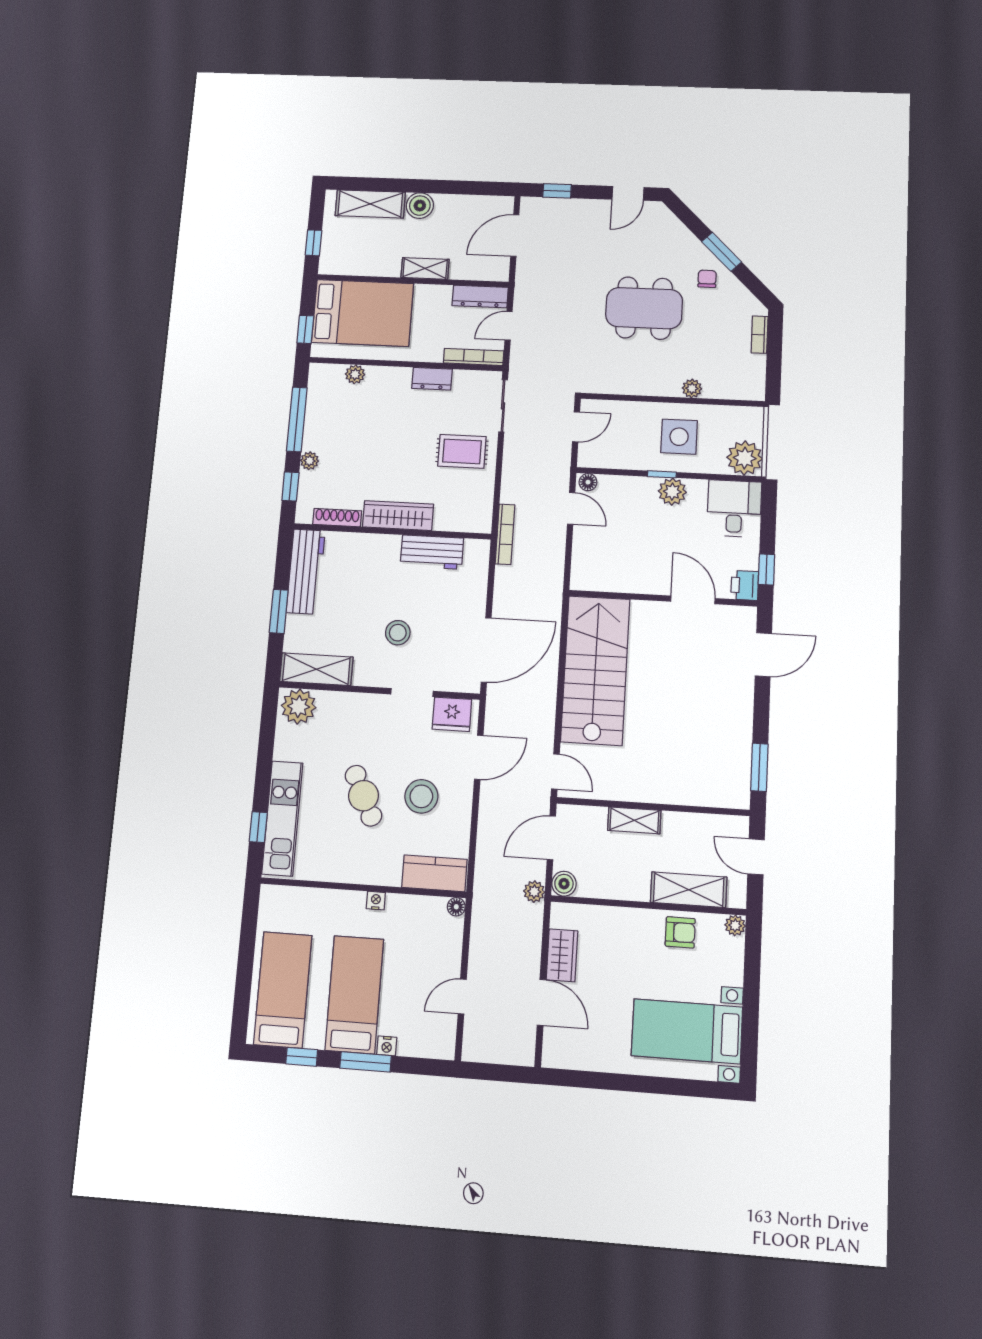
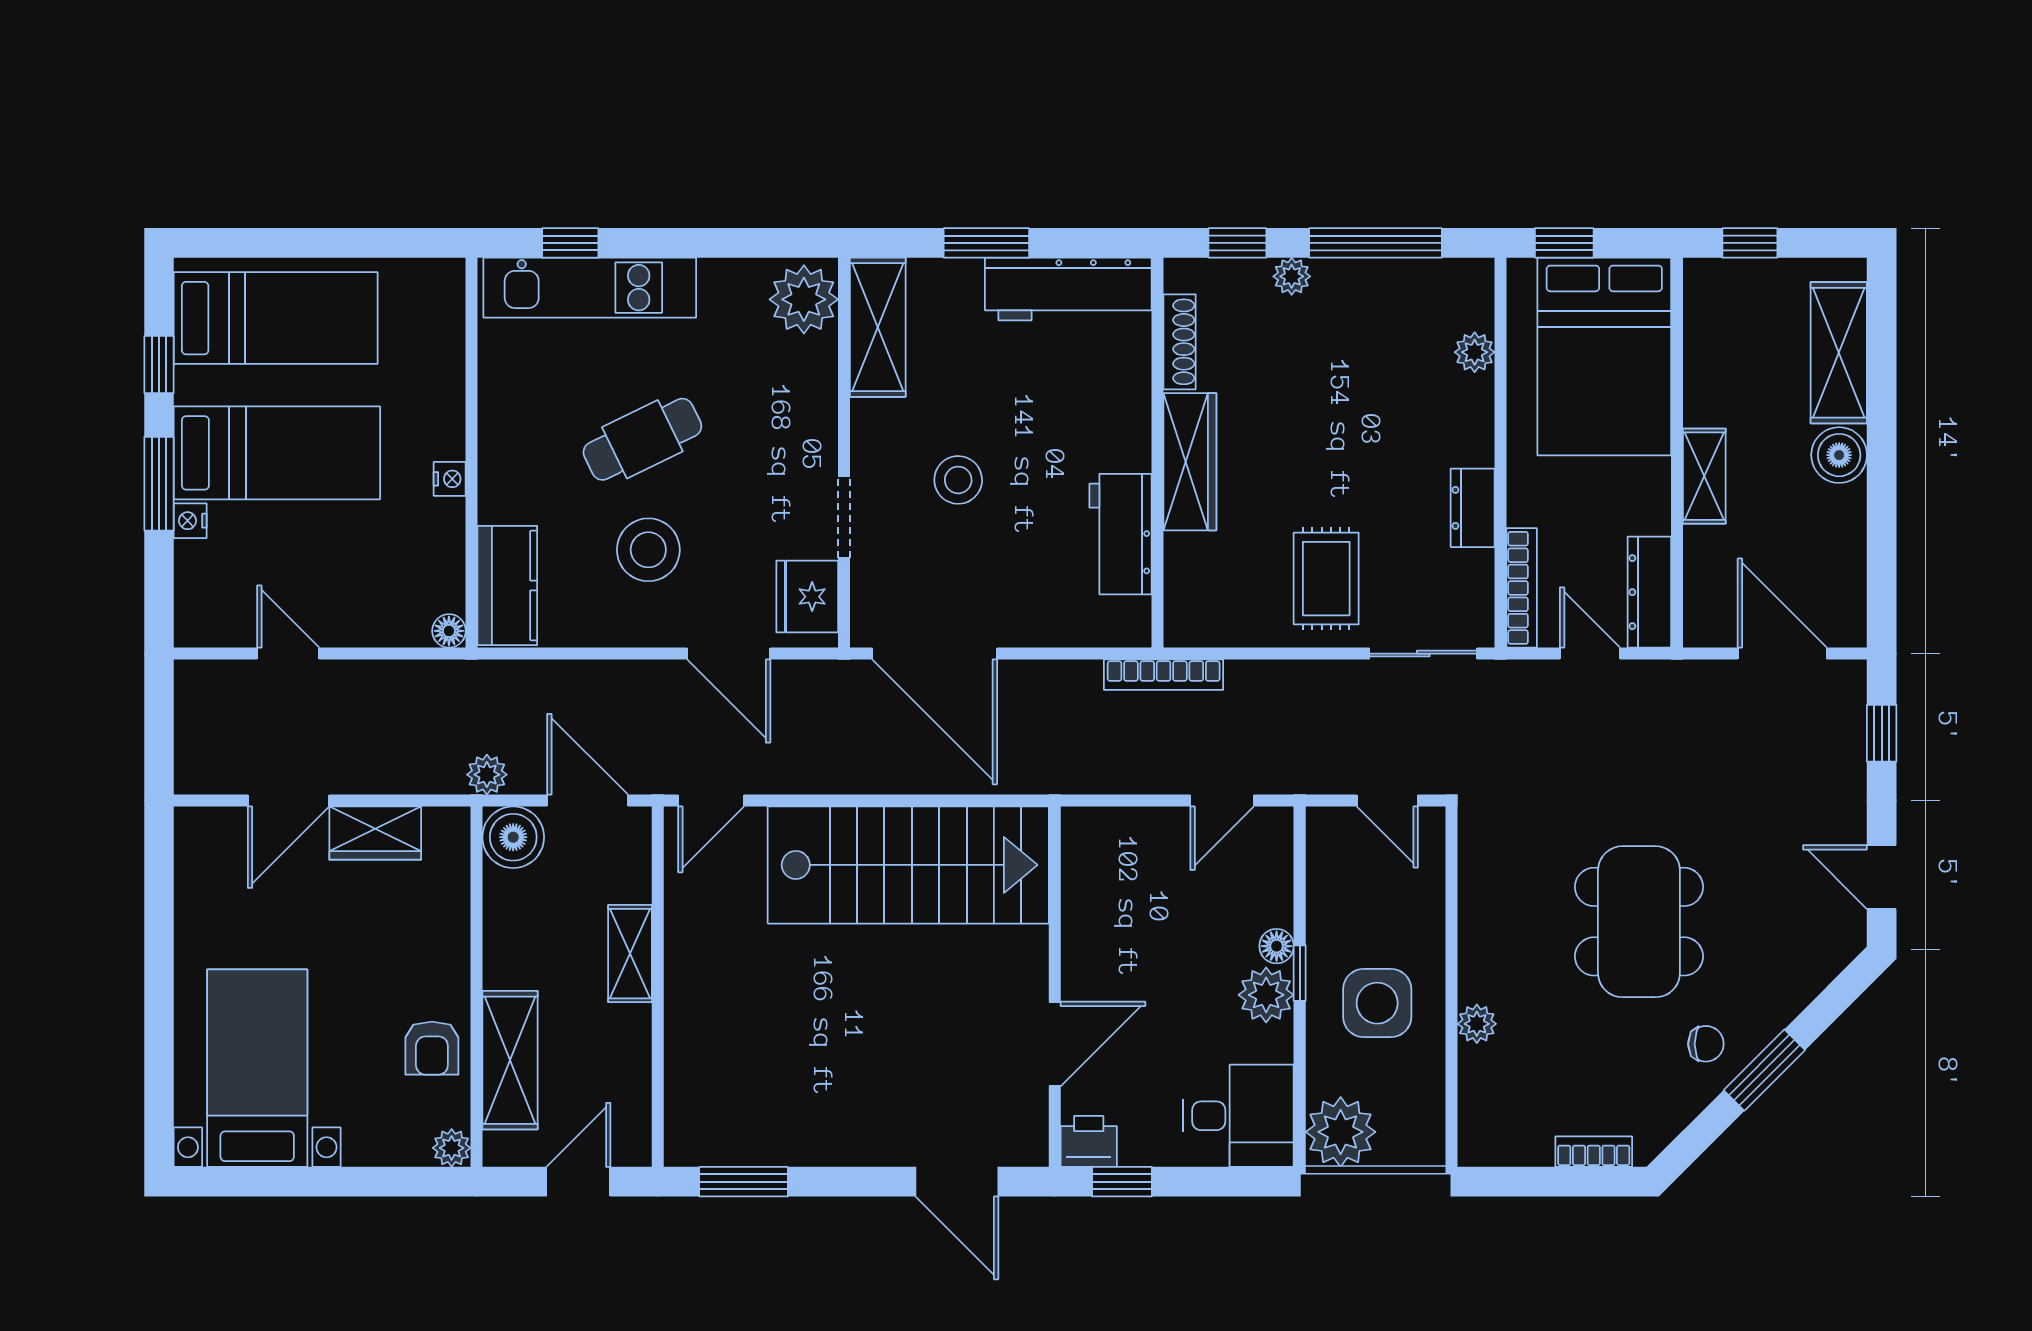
floor lamp: (588, 482) -> (1277, 946), moved
boiler: (564, 884) -> (513, 837), width x1.36, depth x1.36

